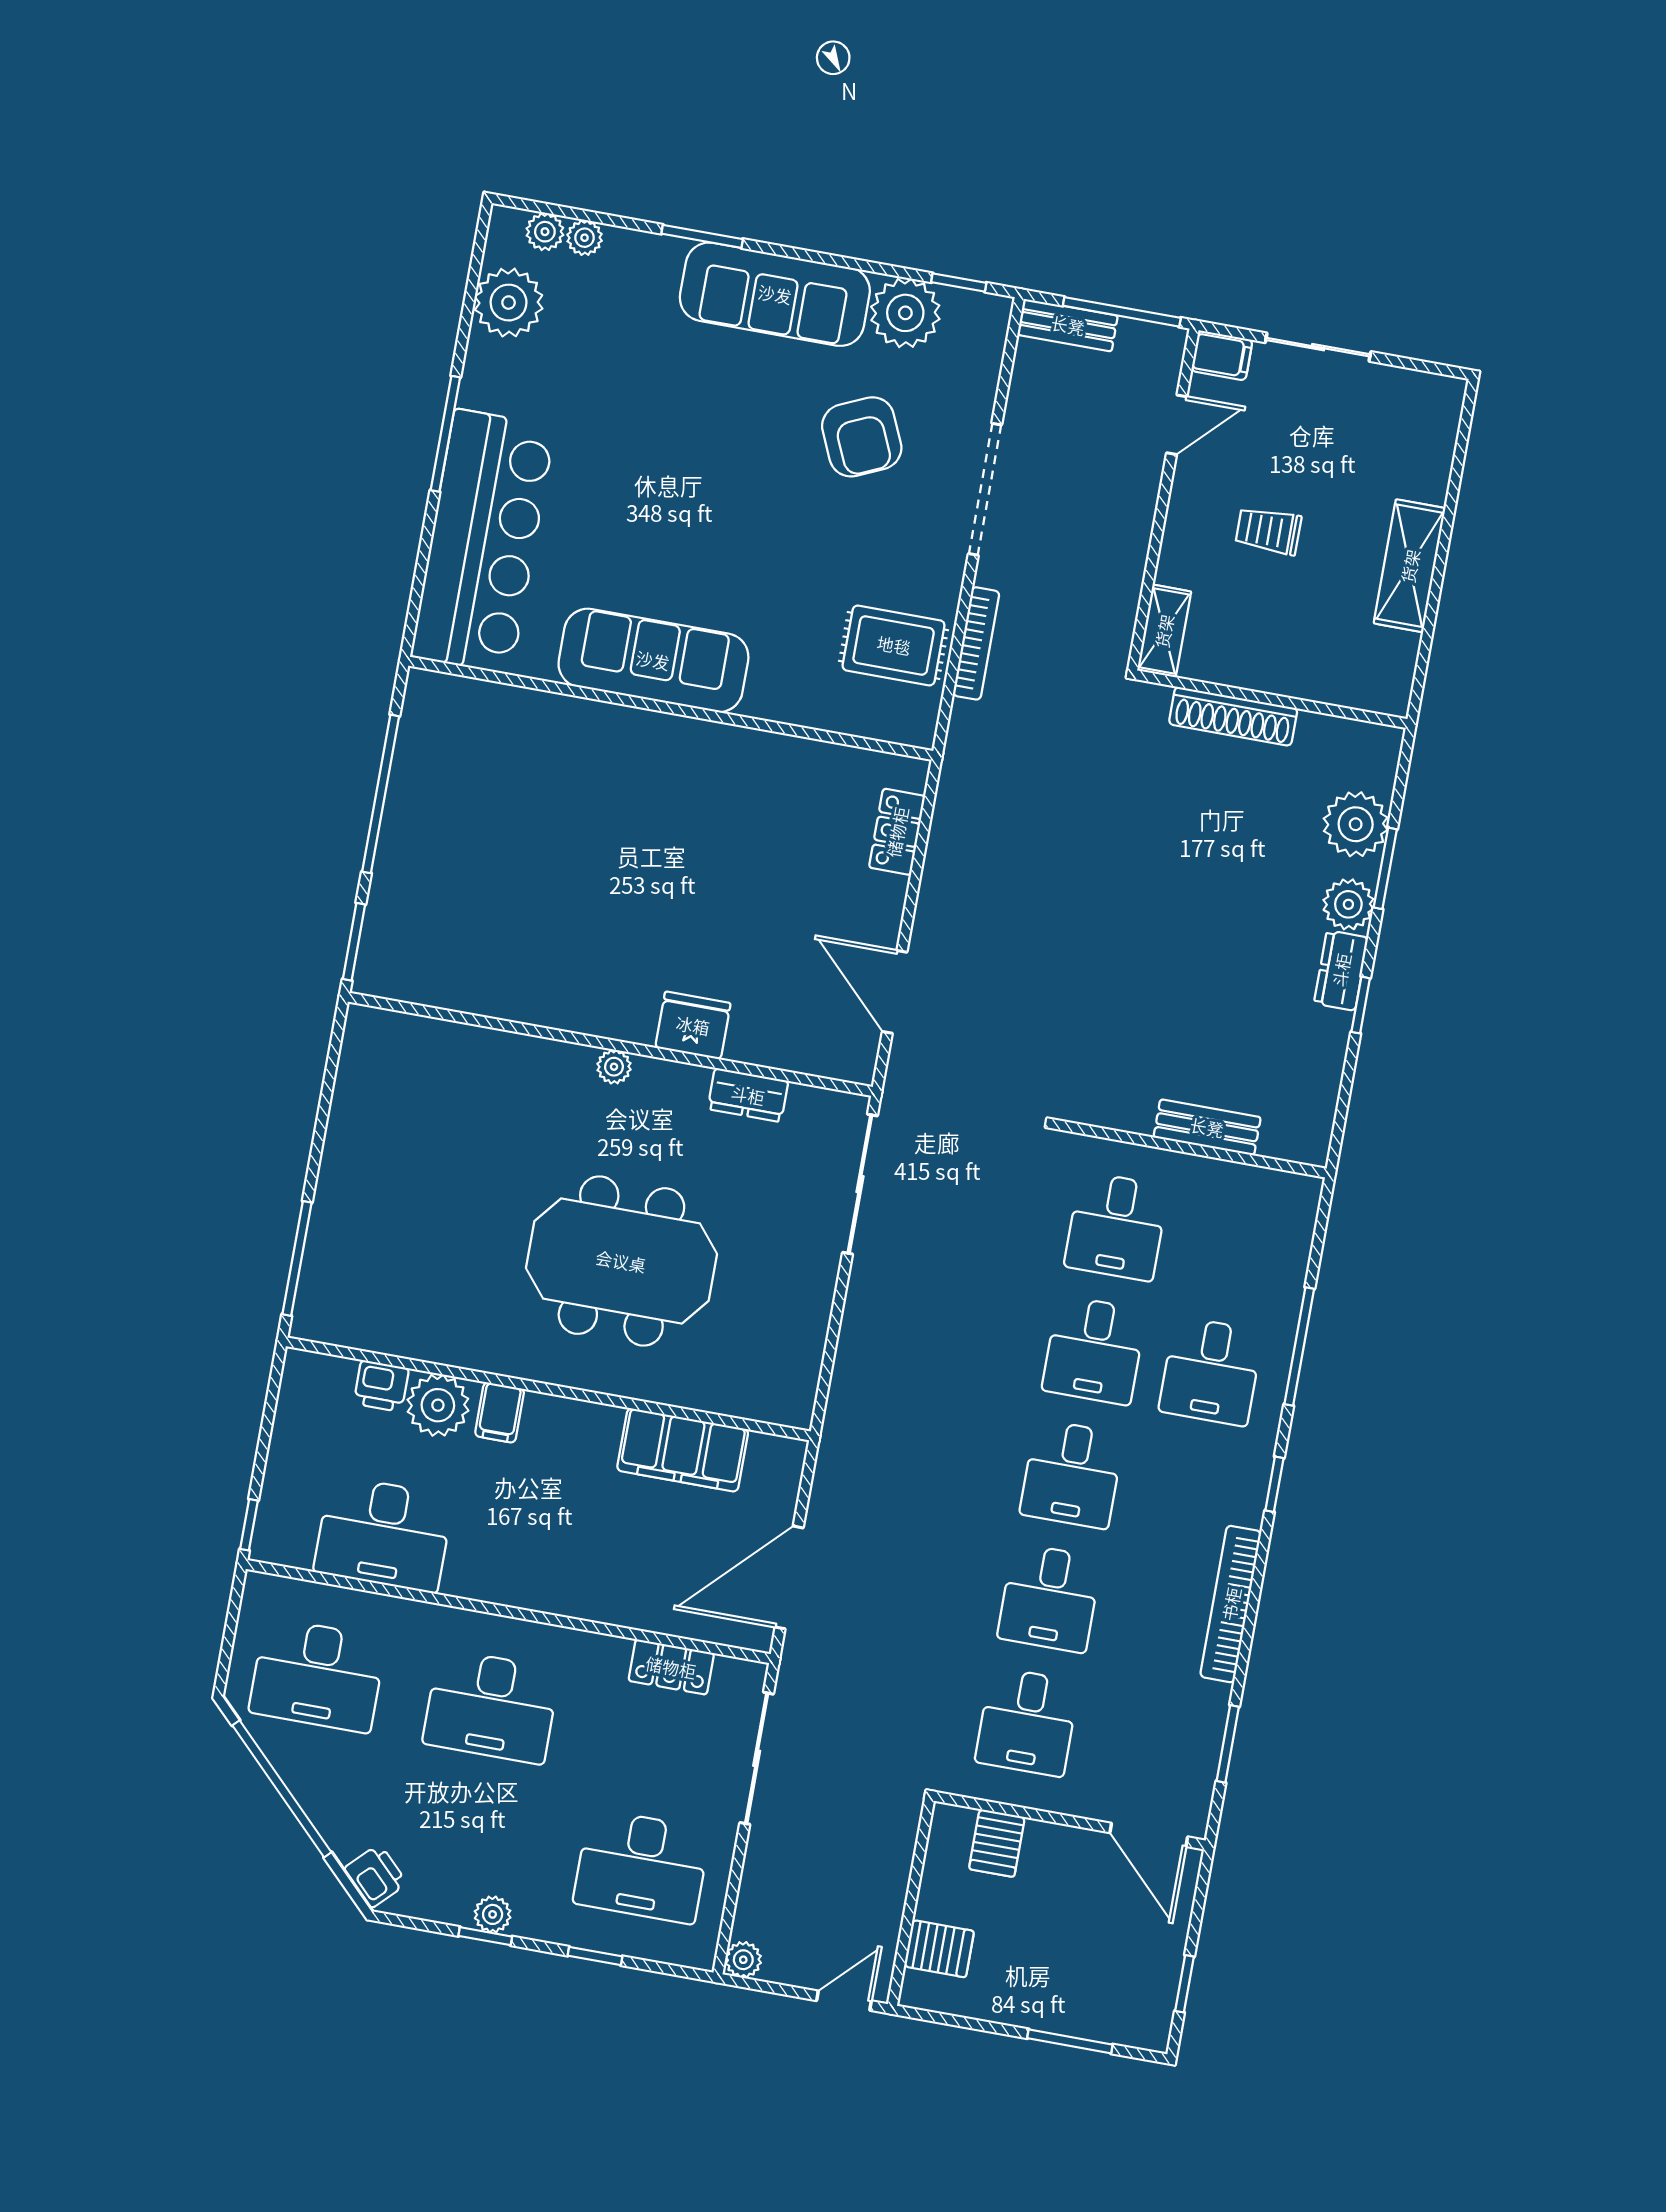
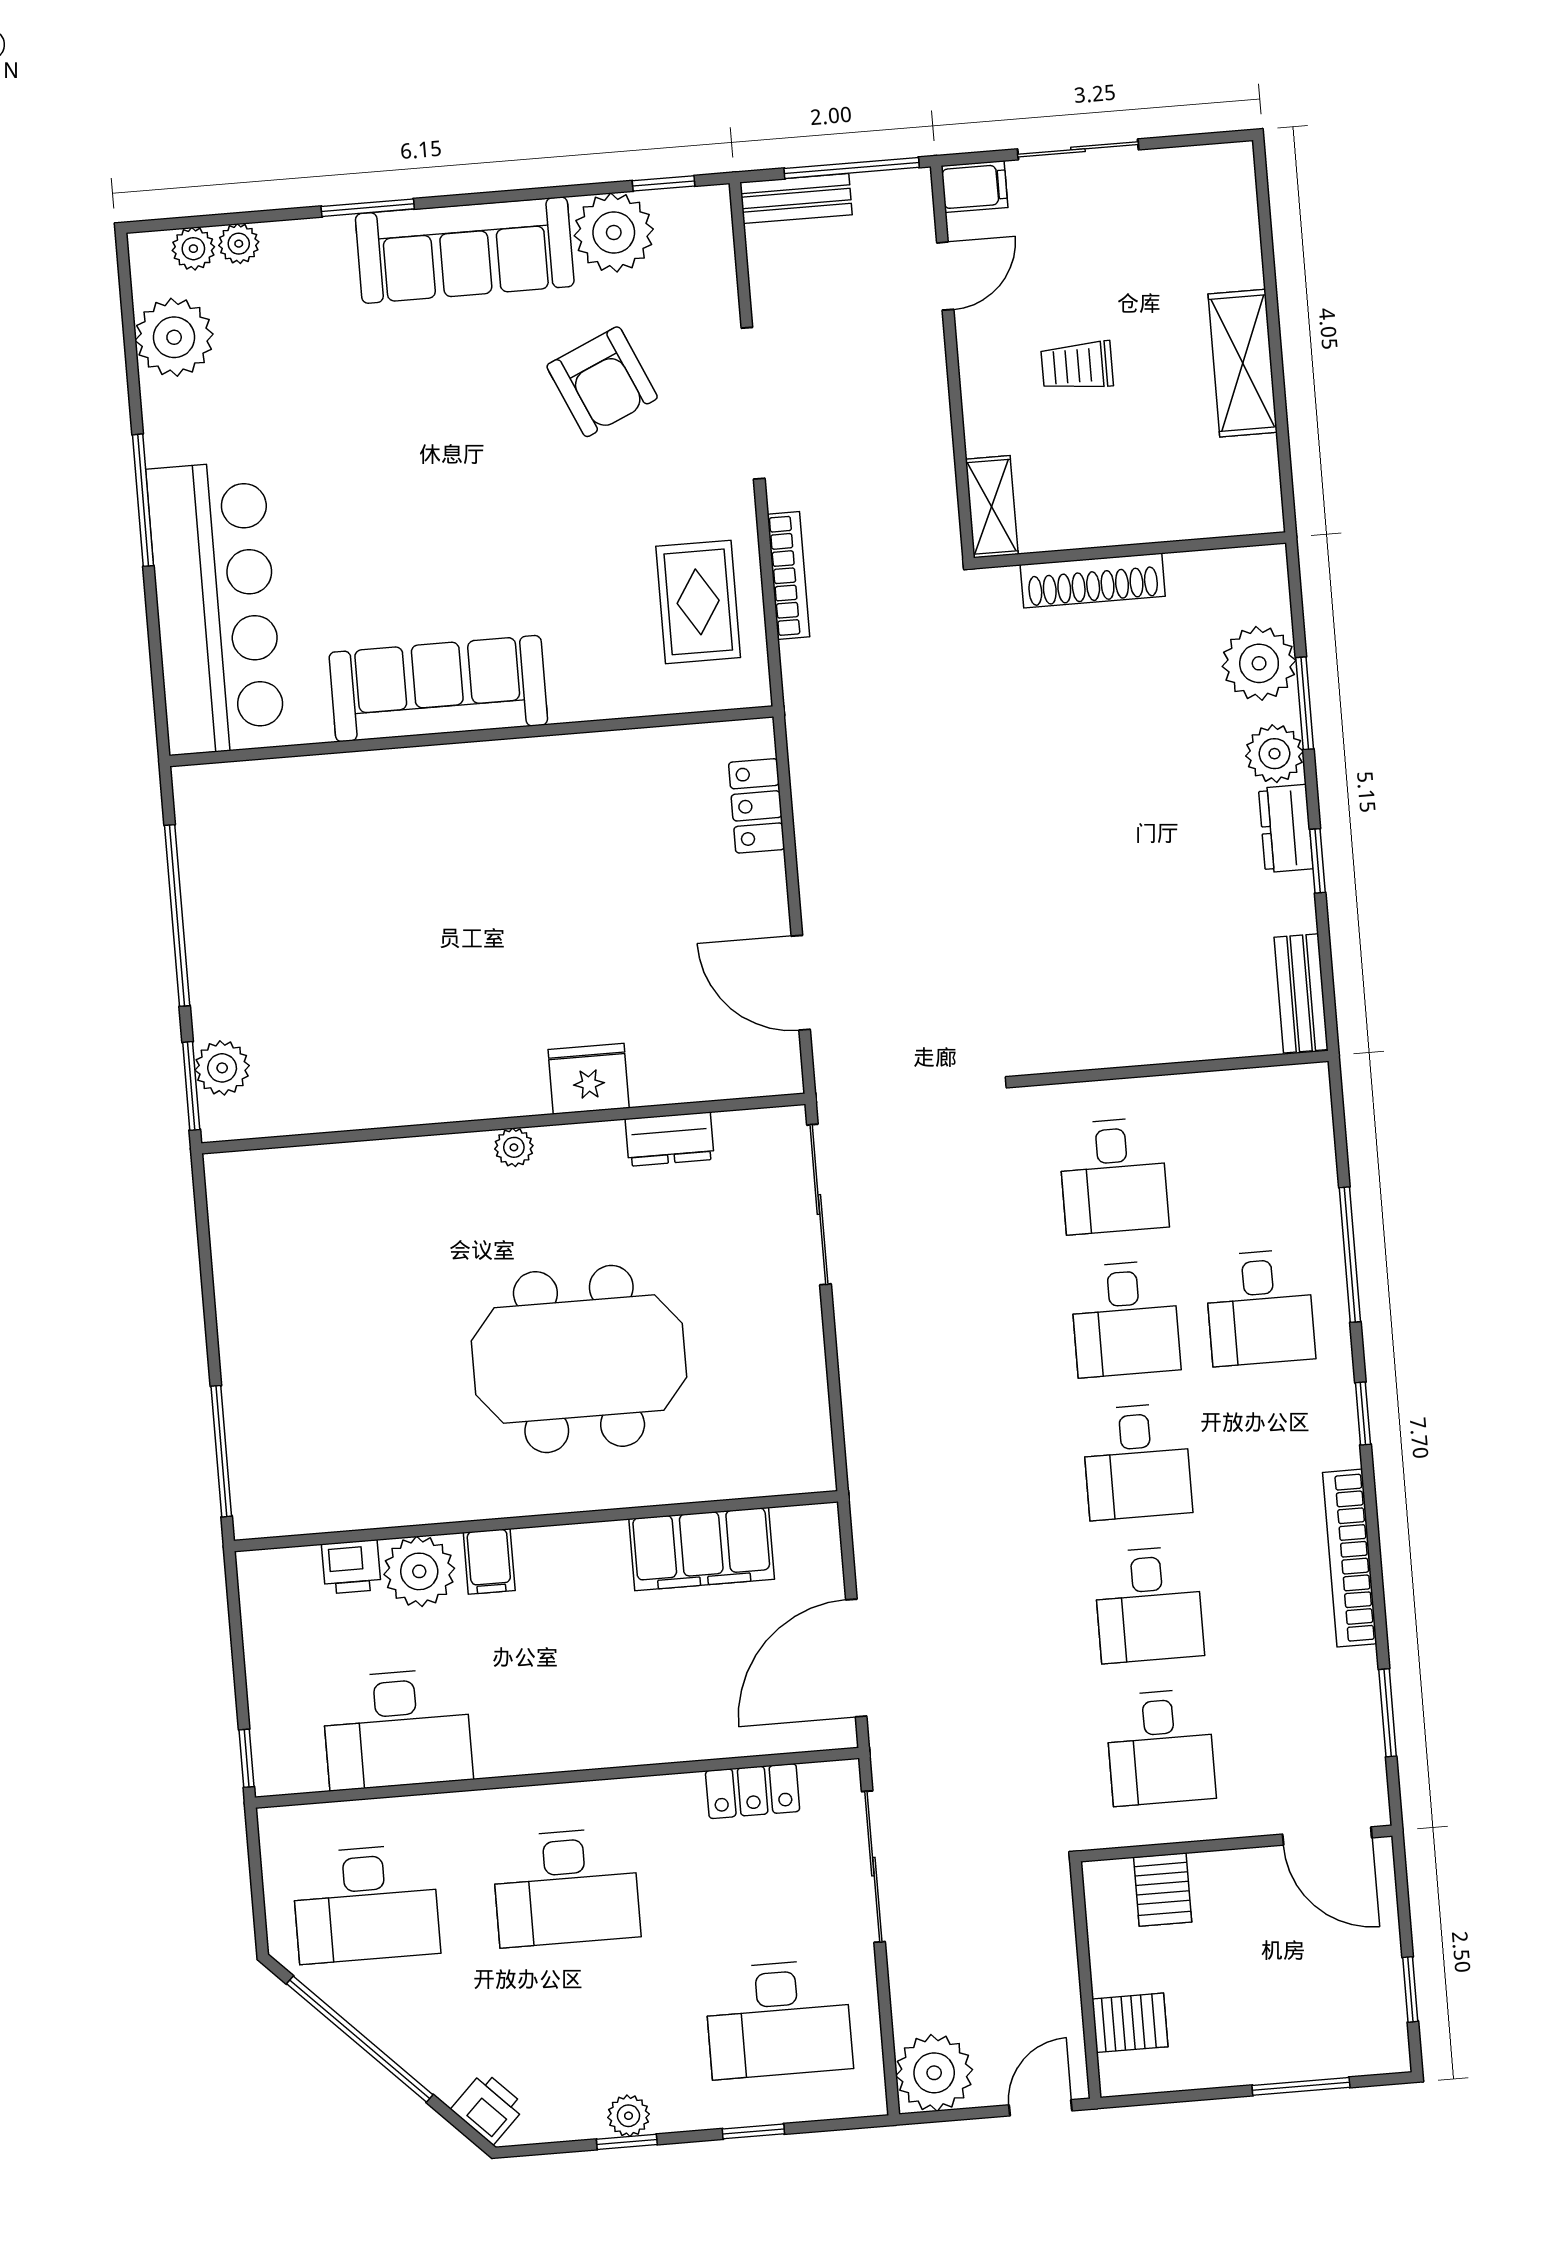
rug: (894, 645) -> (698, 602), turned 90
plant: (384, 933) -> (222, 1068), added
bench: (1207, 1127) -> (1301, 993), moved, turned 90
plant: (743, 1960) -> (934, 2073), width x1.88, depth x1.88

